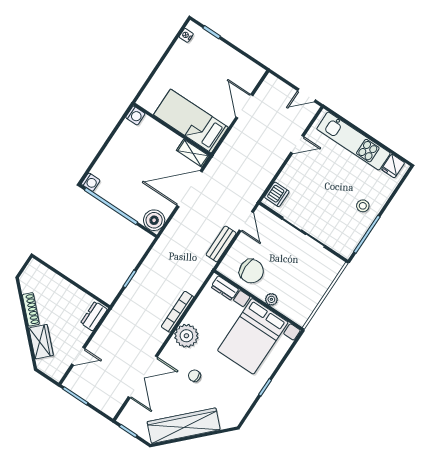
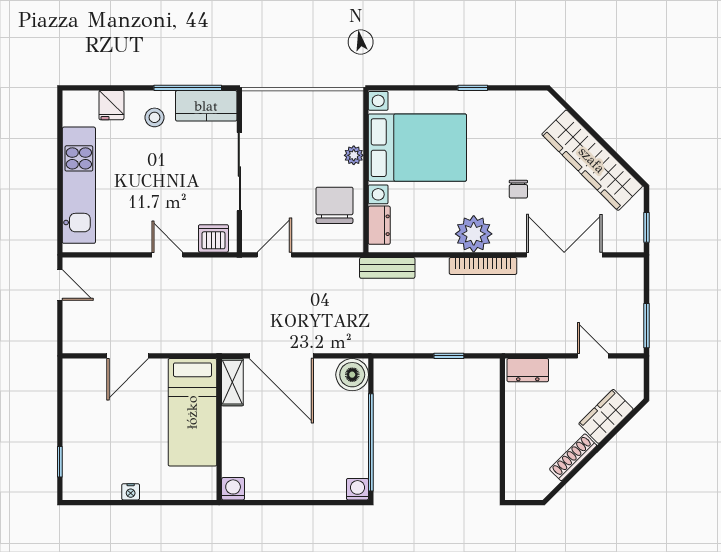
nightstand: (186, 35) -> (131, 492), moved
door: (297, 144) -> (167, 255), moved
fridge: (393, 166) -> (111, 105), moved, turned 90
kitchen counter: (351, 238) -> (206, 106), added
bench: (221, 244) -> (387, 268), moved
bookcase: (177, 312) -> (483, 266), moved

